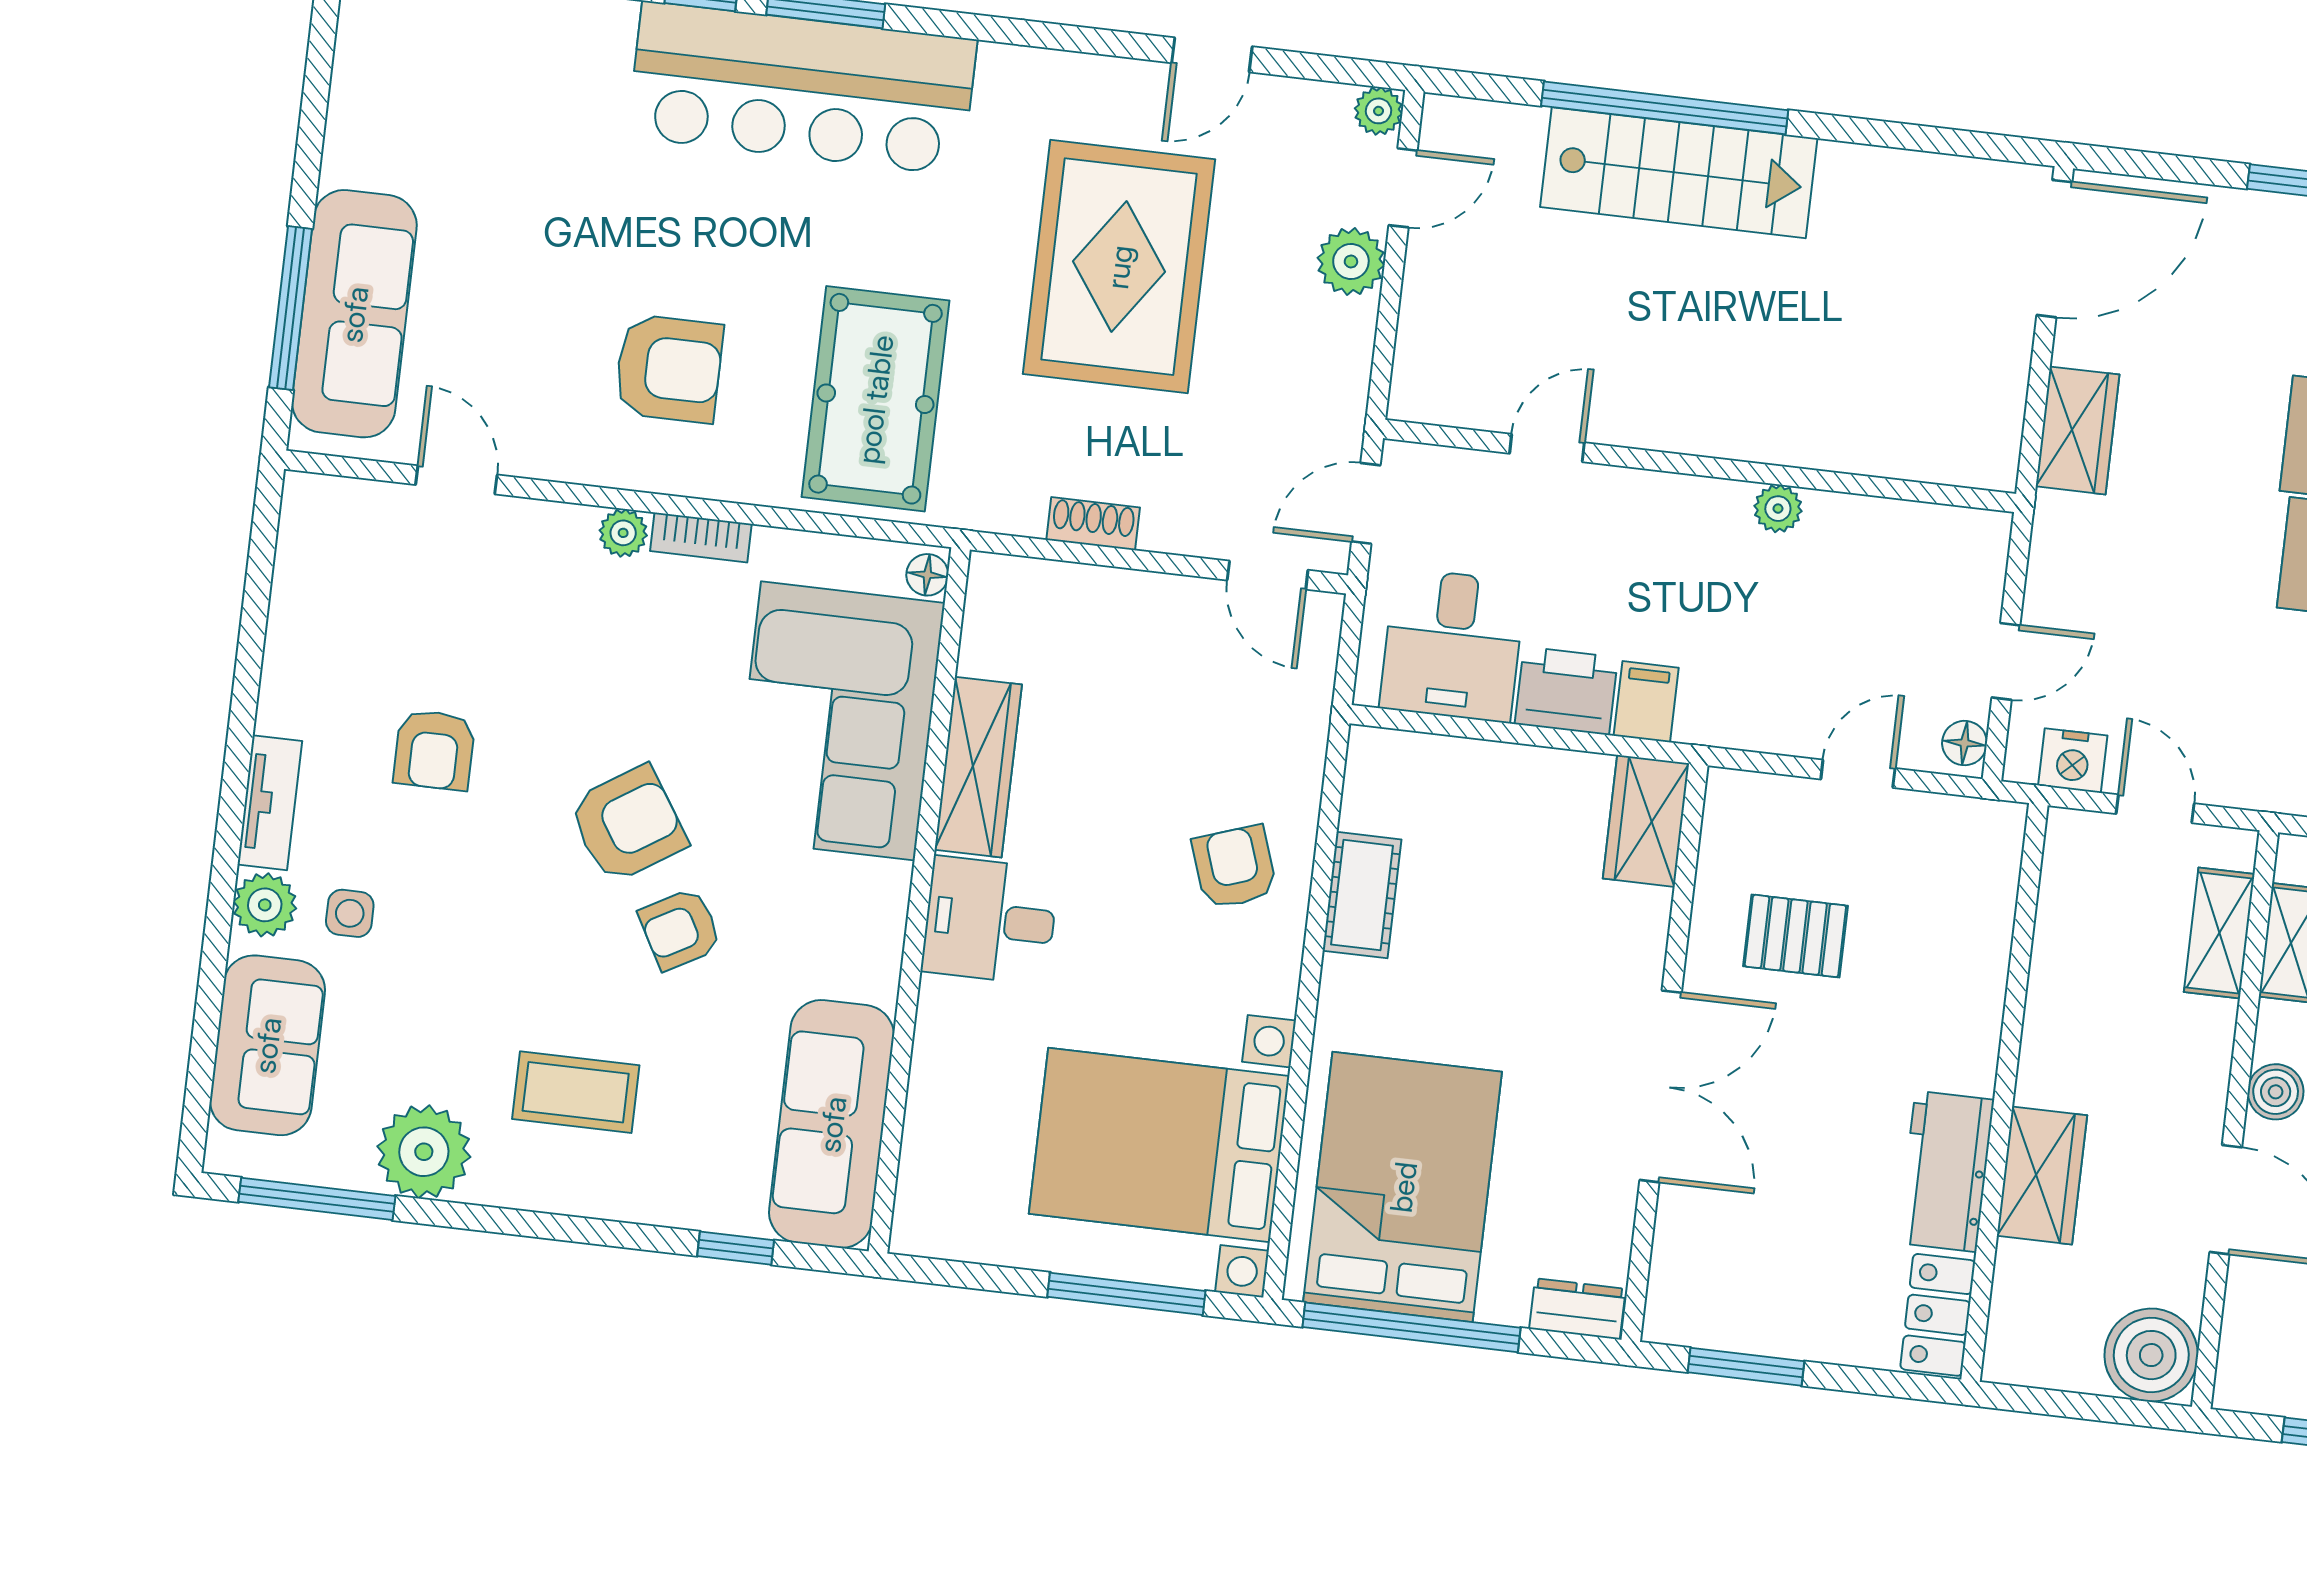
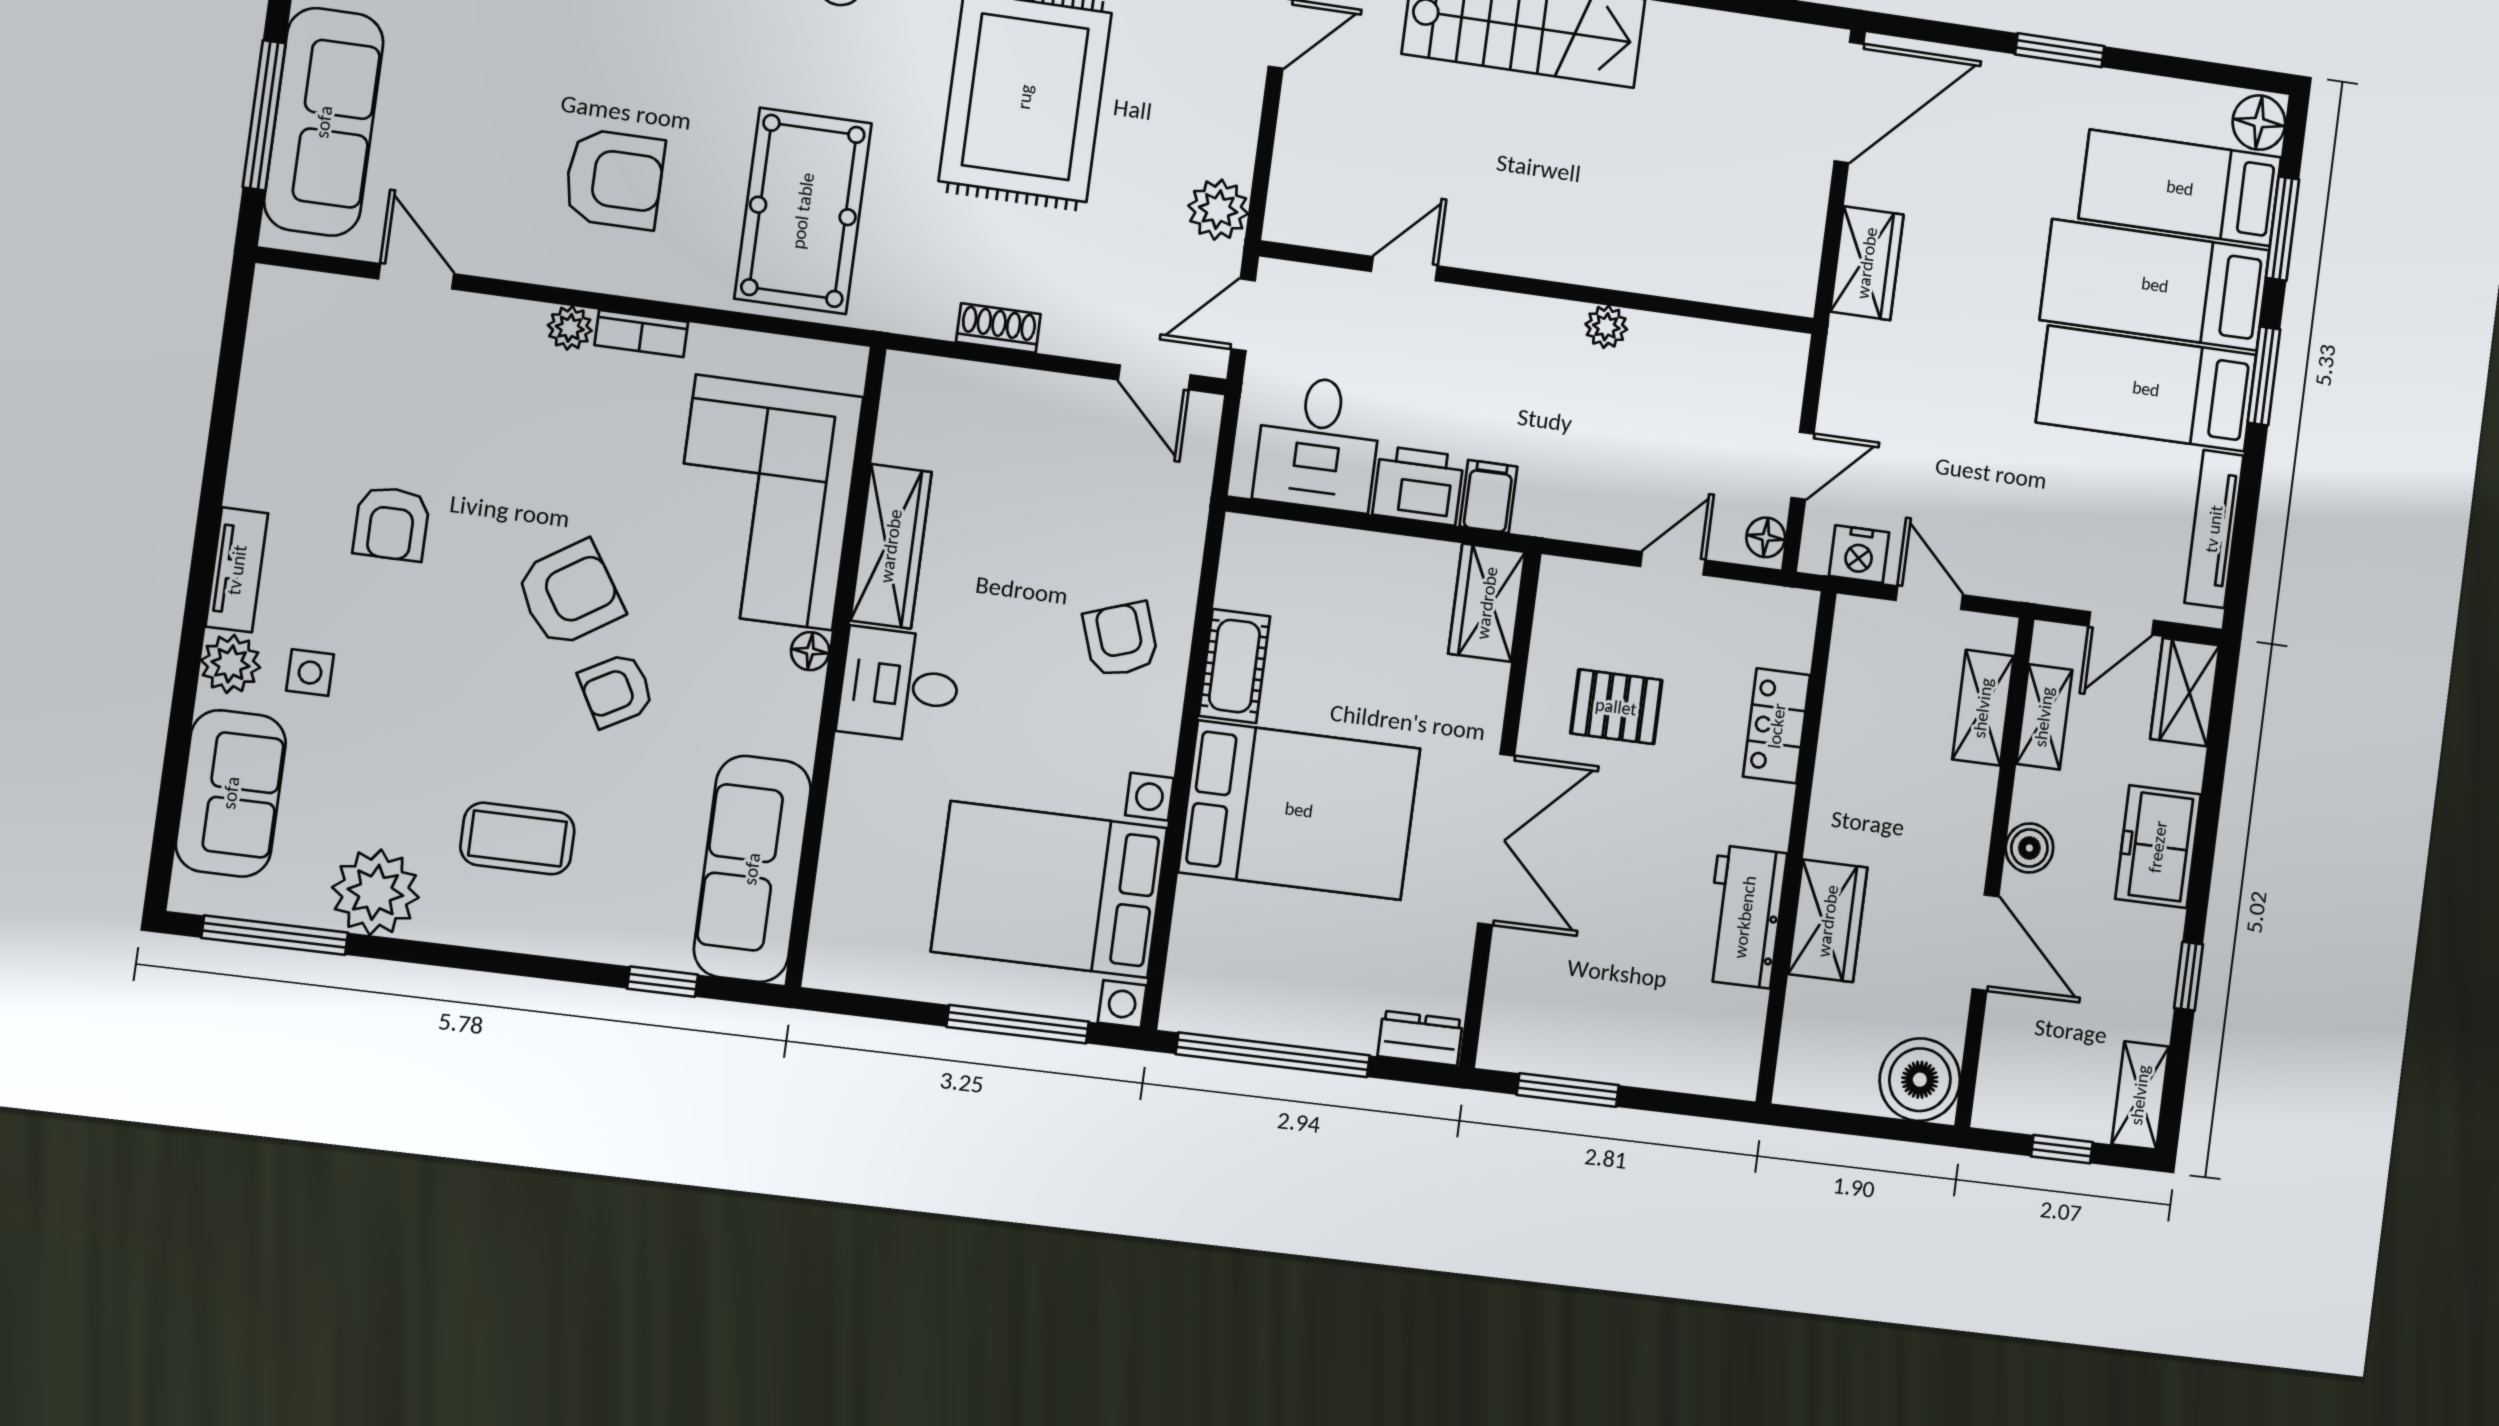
plant: (1351, 262) -> (1218, 210), moved
floor lamp: (927, 575) -> (810, 651), moved
bed: (1403, 1187) -> (1299, 810), moved, turned 90
locker: (1938, 1315) -> (1777, 726), moved

